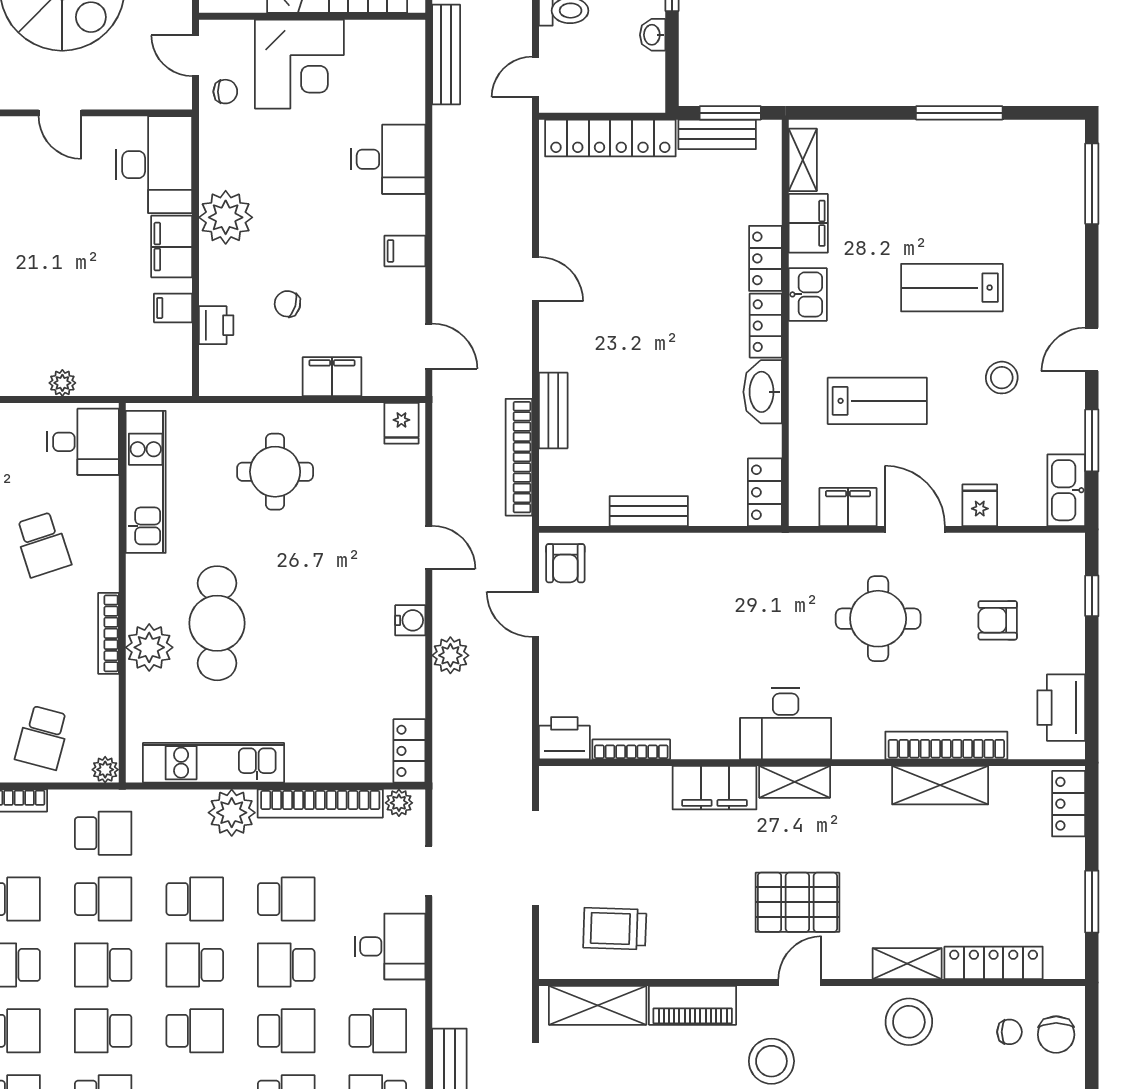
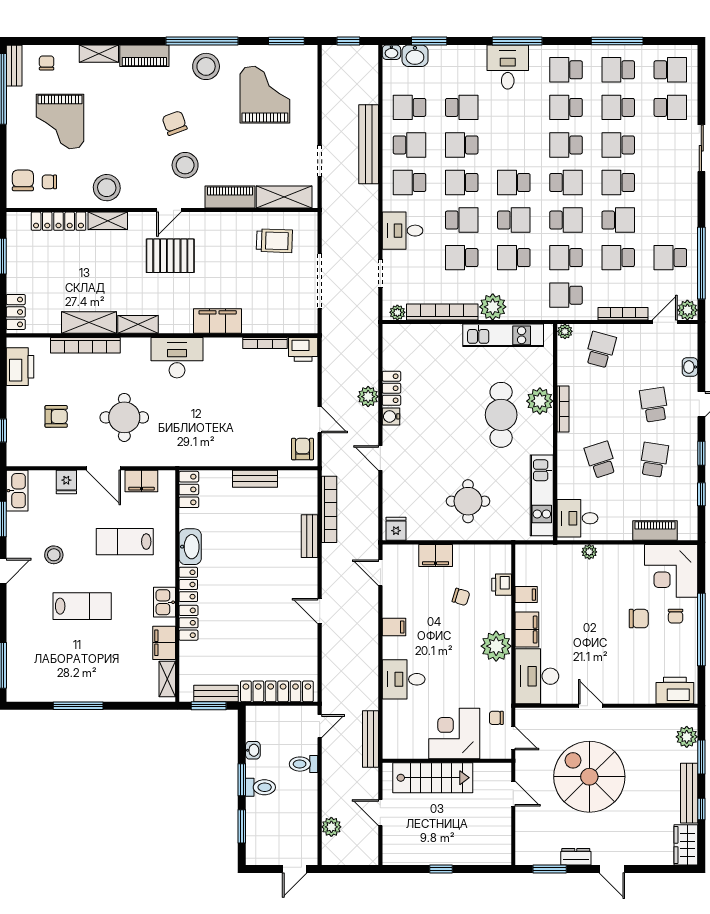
locker: (409, 751) -> (391, 388), moved
shelving: (795, 782) -> (138, 324), moved

